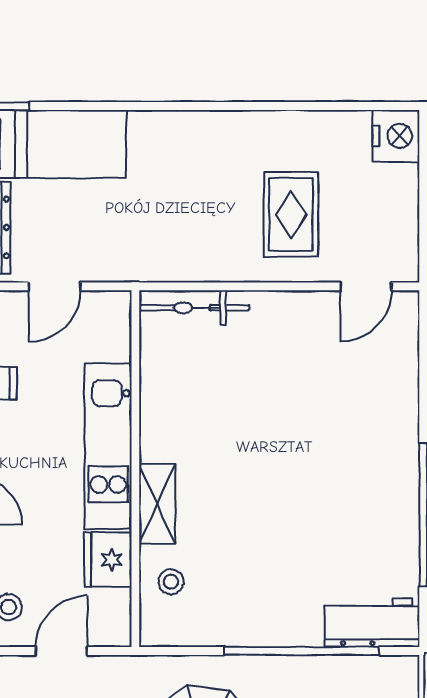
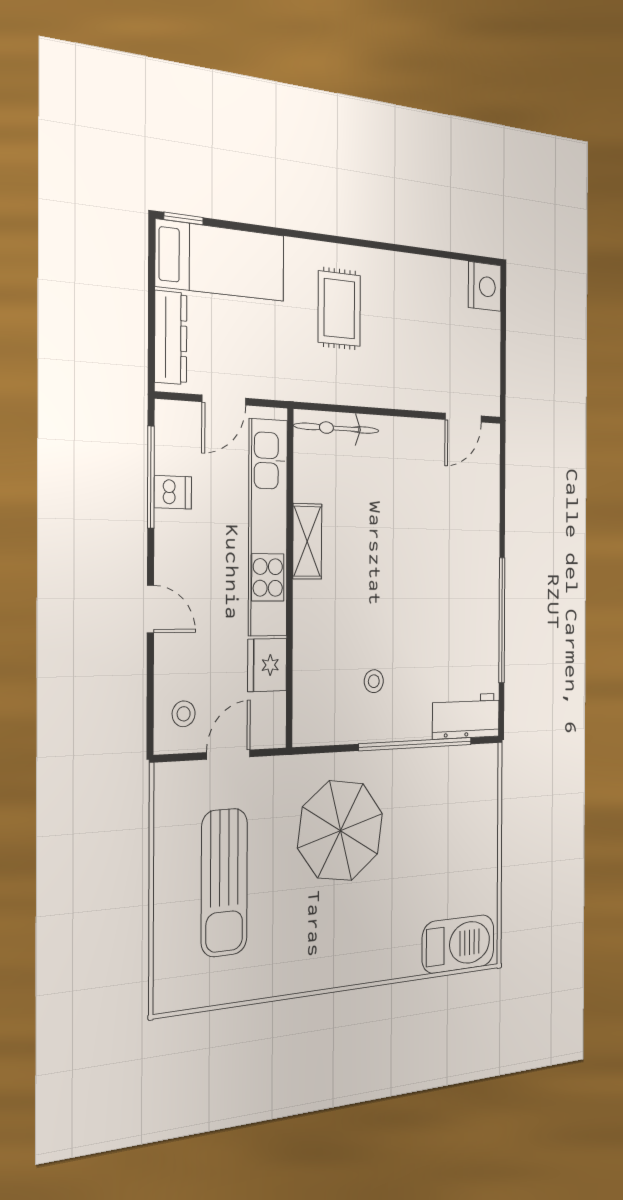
rug: (291, 215) -> (339, 309), moved
kitchen unit: (108, 446) -> (268, 528), width x1.36
shelving: (157, 504) -> (307, 541), moved
stool: (171, 582) -> (374, 681), moved

